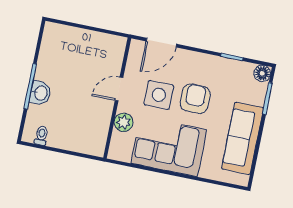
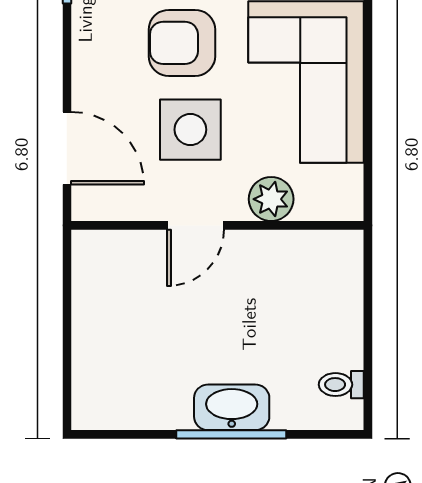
door: (119, 89) -> (196, 225), hinge flipped
washbasin: (40, 93) -> (232, 407), width x1.38

